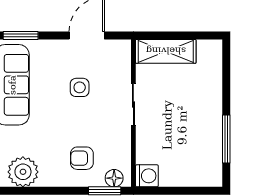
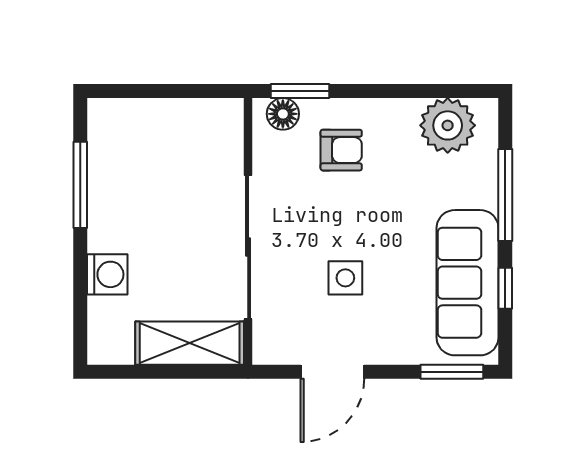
sliding door: (133, 105) -> (248, 247), width x1.86
washing machine: (147, 176) -> (107, 274), moved, turned 180

